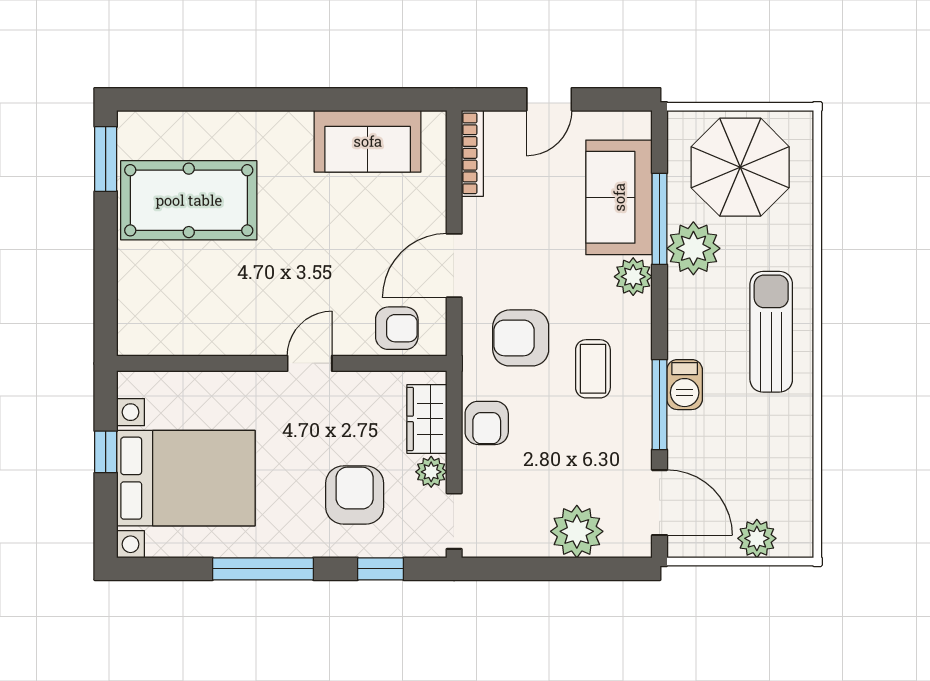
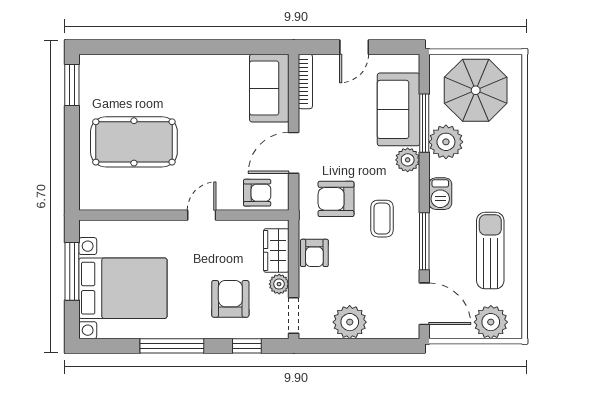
sofa: (368, 141) -> (269, 88), moved, turned 90
pool table: (189, 200) -> (134, 142), moved
sun lounger: (771, 332) -> (490, 251), moved
barbecue: (685, 385) -> (440, 194), moved
window: (106, 452) -> (72, 271), width x2.17
plant: (577, 531) -> (350, 322), moved
plant: (757, 538) -> (491, 322), width x1.36, depth x1.36

